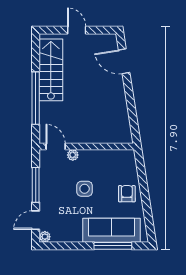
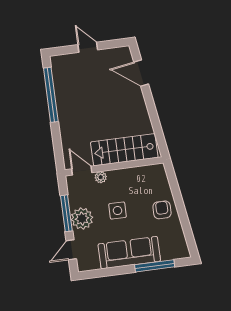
stairs: (51, 70) -> (124, 150), moved, turned -90
window: (36, 98) -> (51, 95), moved
sofa: (112, 230) -> (129, 253), moved
plant: (45, 237) -> (82, 219), moved, width x1.88, depth x1.88

